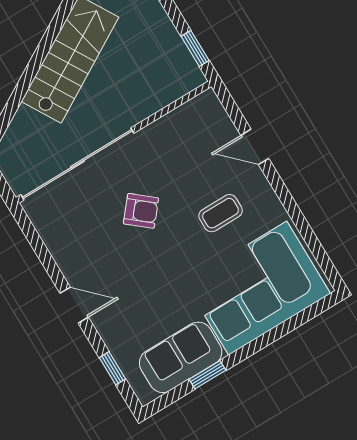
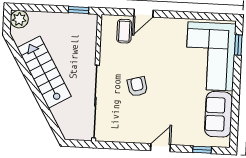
armchair: (141, 211) -> (137, 87), turned -55
coffee table: (221, 213) -> (124, 31), moved
window: (207, 375) -> (238, 45), moved

